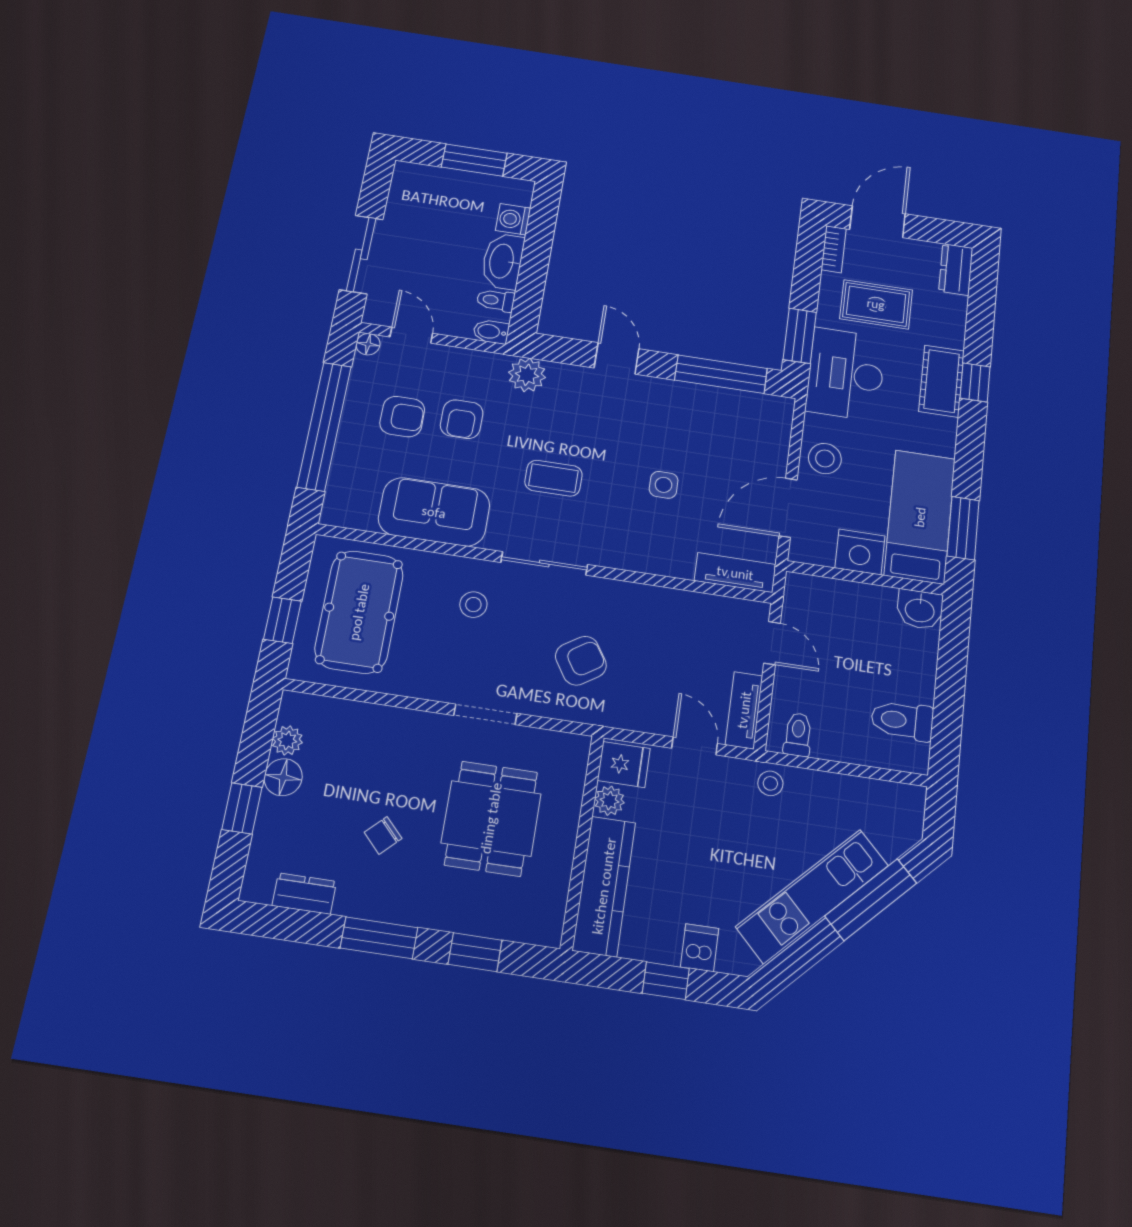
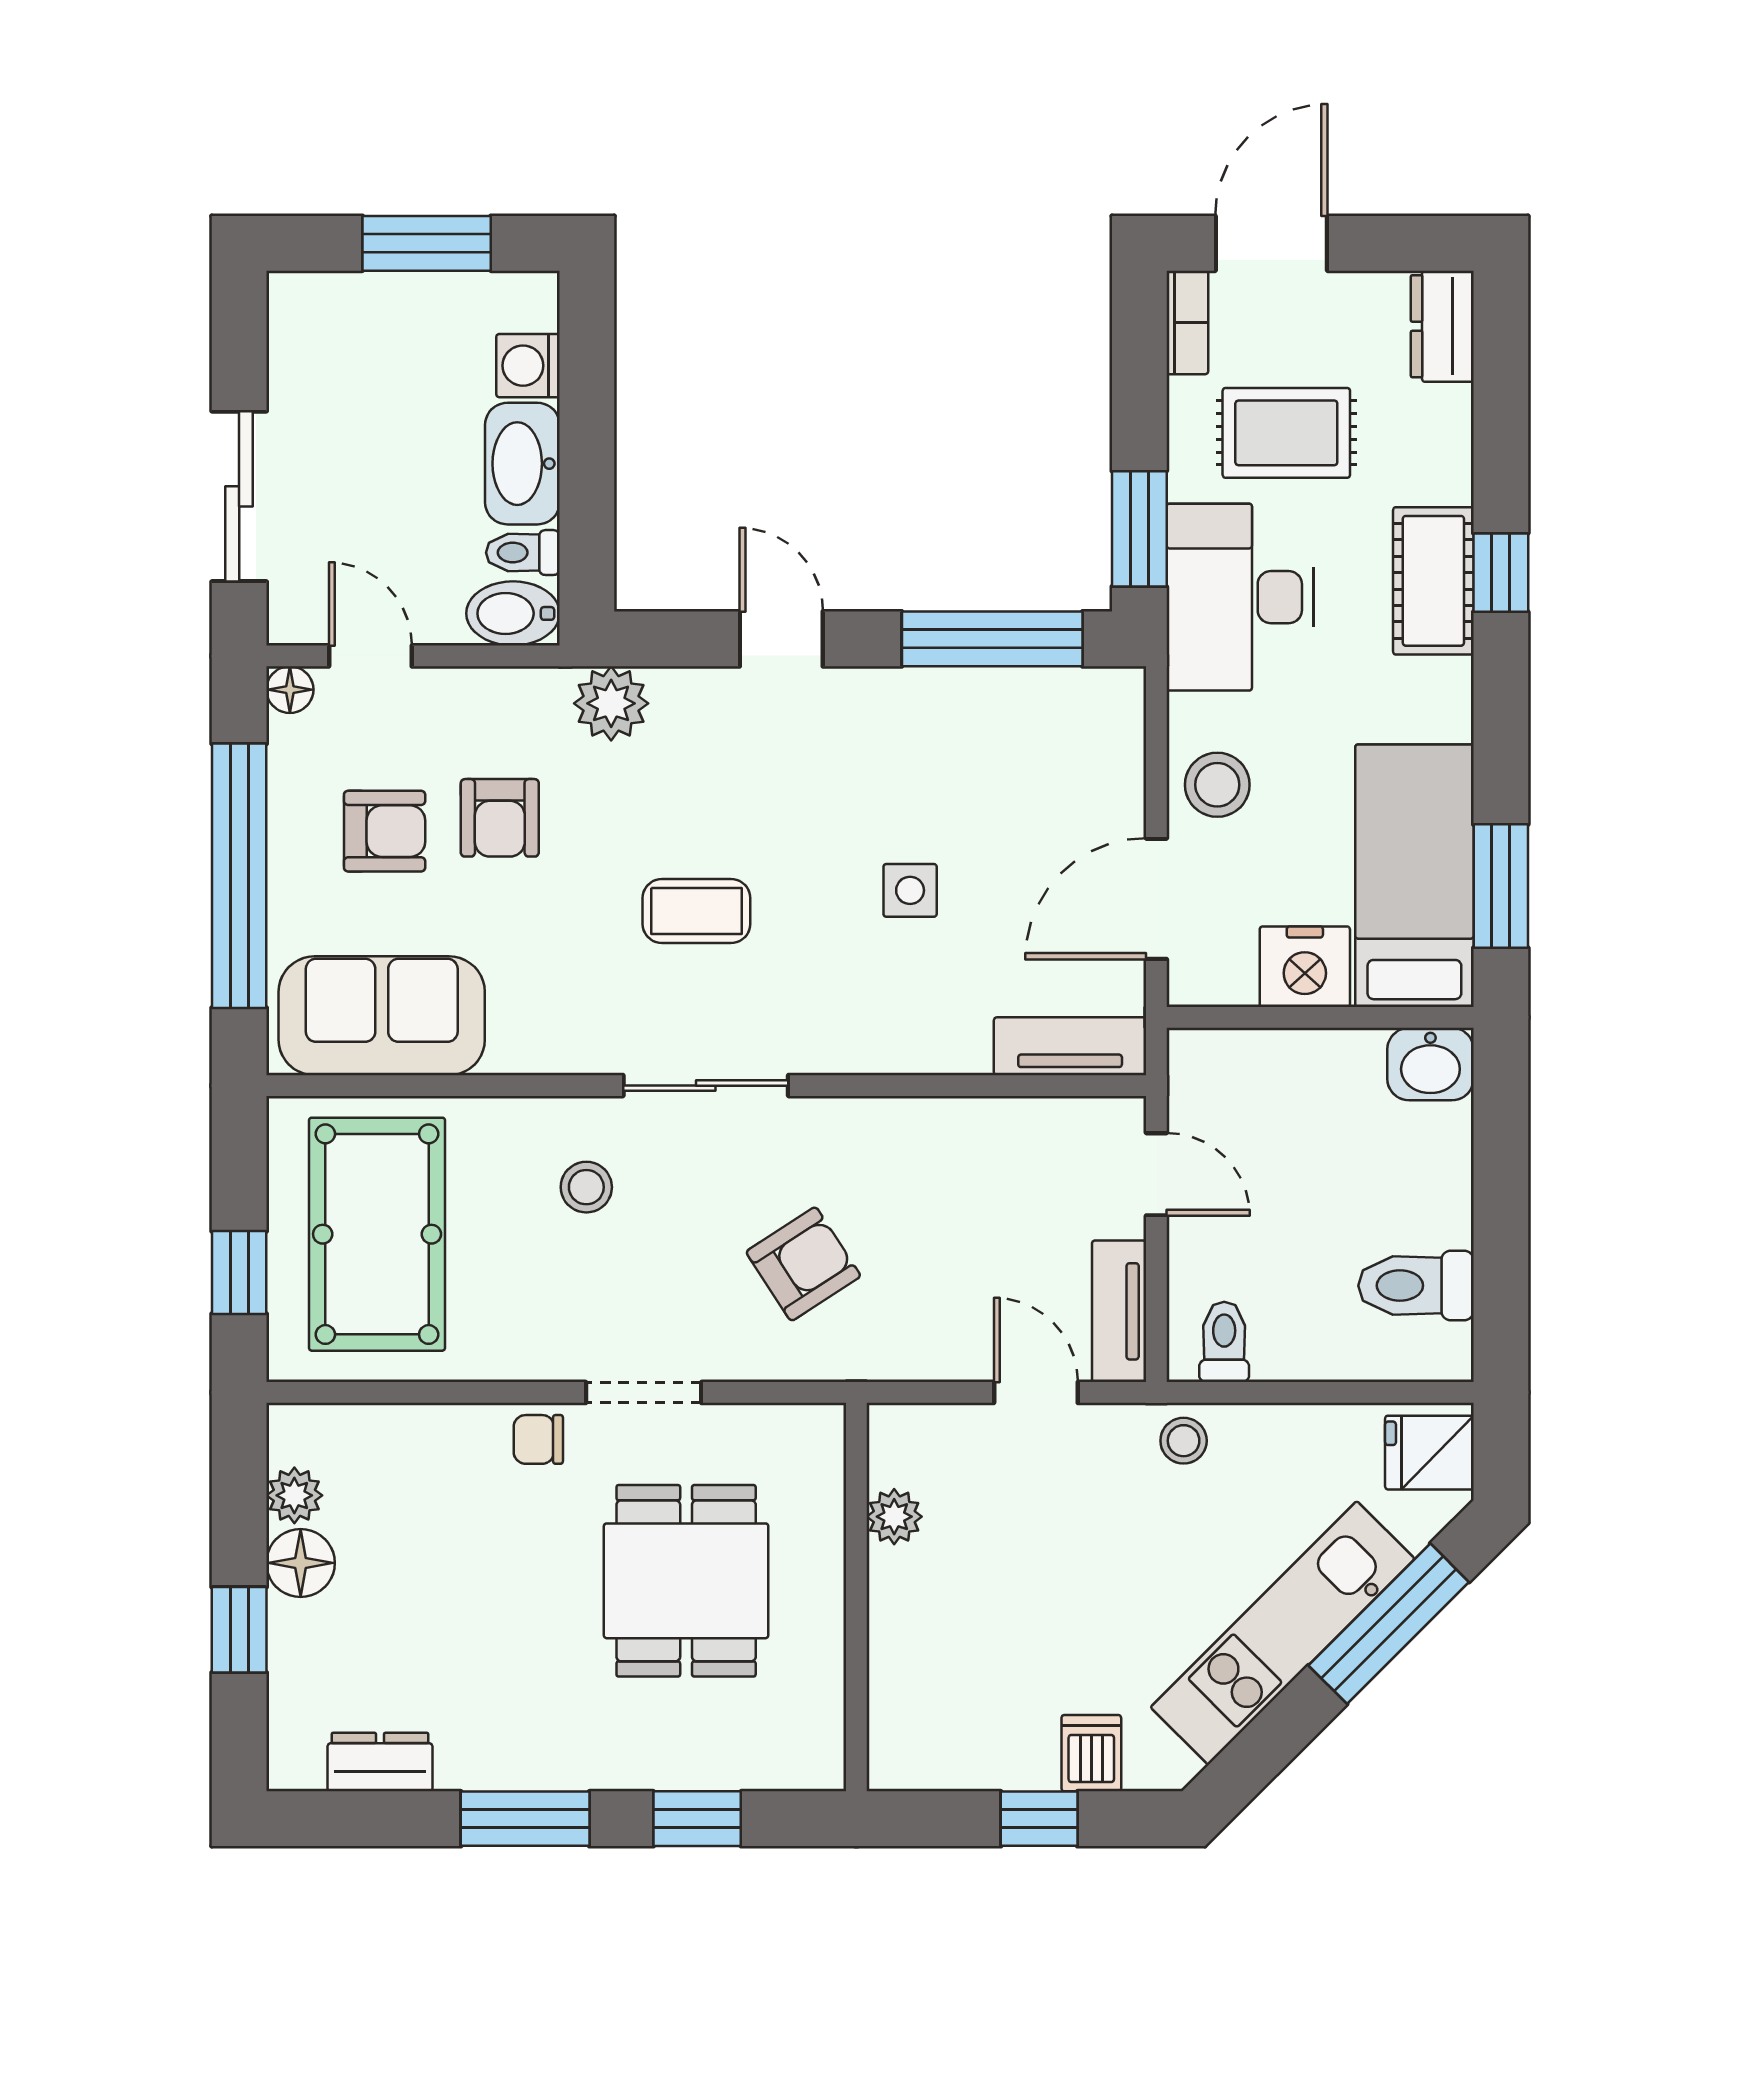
bidet: (491, 332) -> (513, 613), width x1.38, depth x1.36
sofa: (434, 512) -> (382, 1016), moved
fridge: (624, 764) -> (1429, 1453), moved, turned 180
chair: (383, 835) -> (538, 1439), moved, turned 44
kitchen counter: (604, 886) -> (907, 1671), removed

